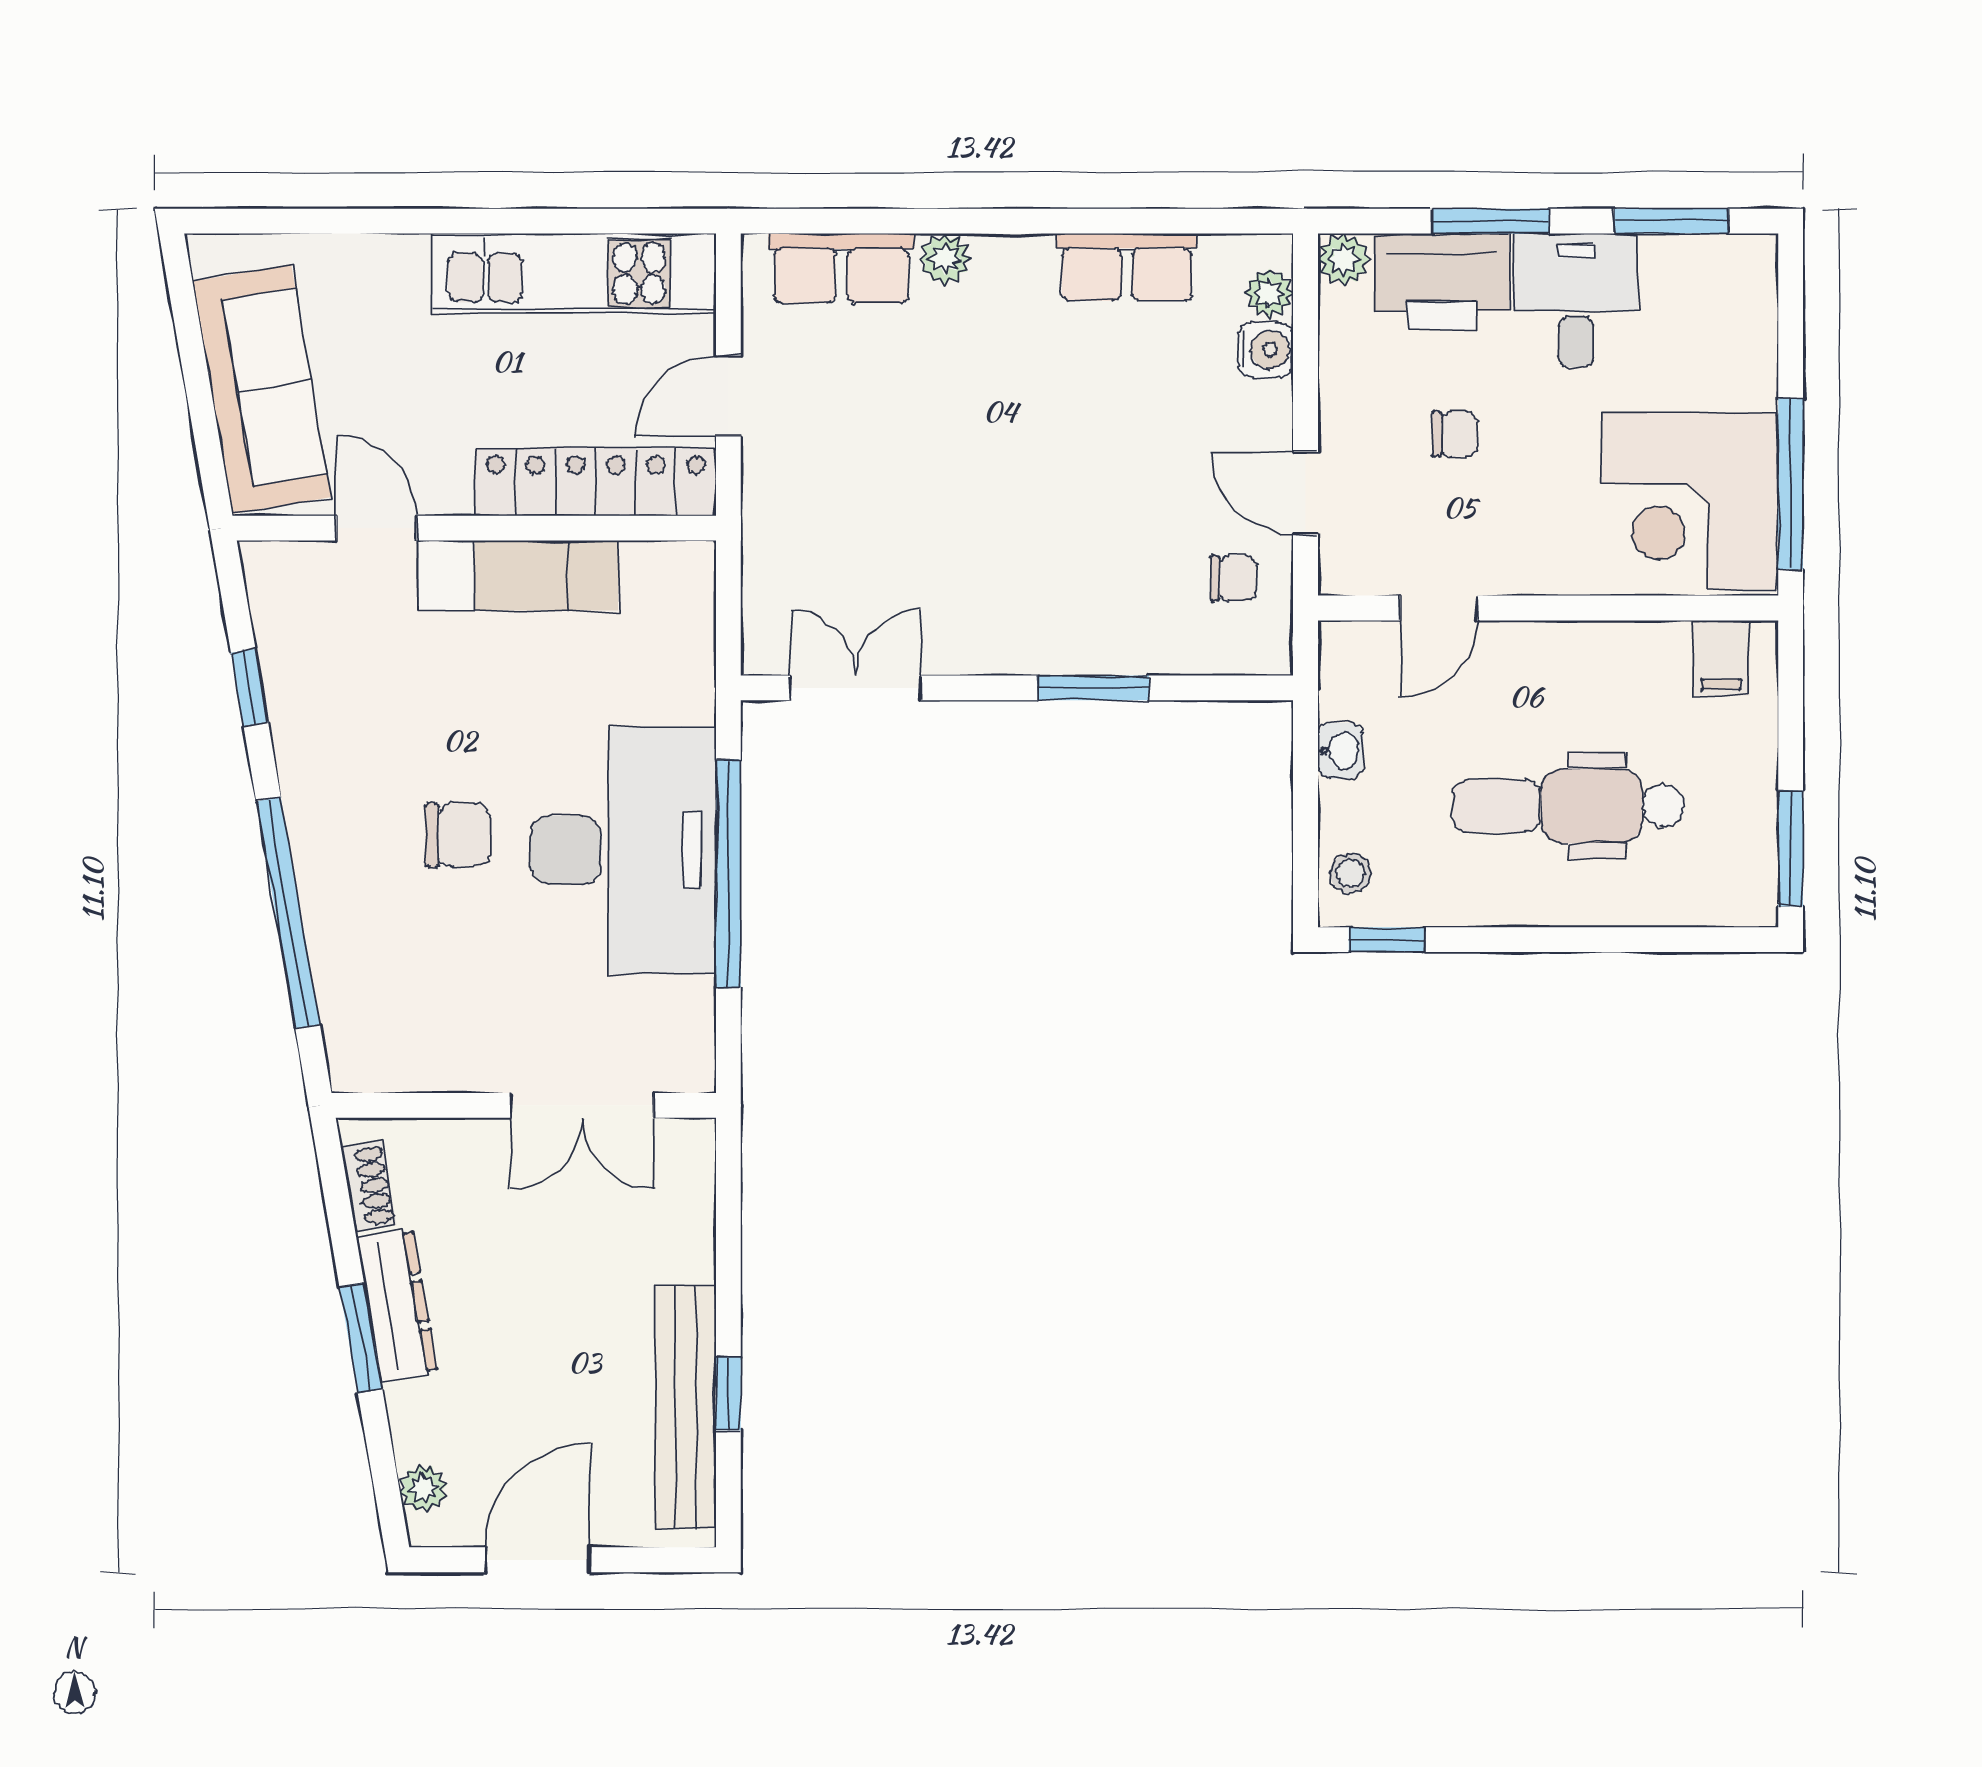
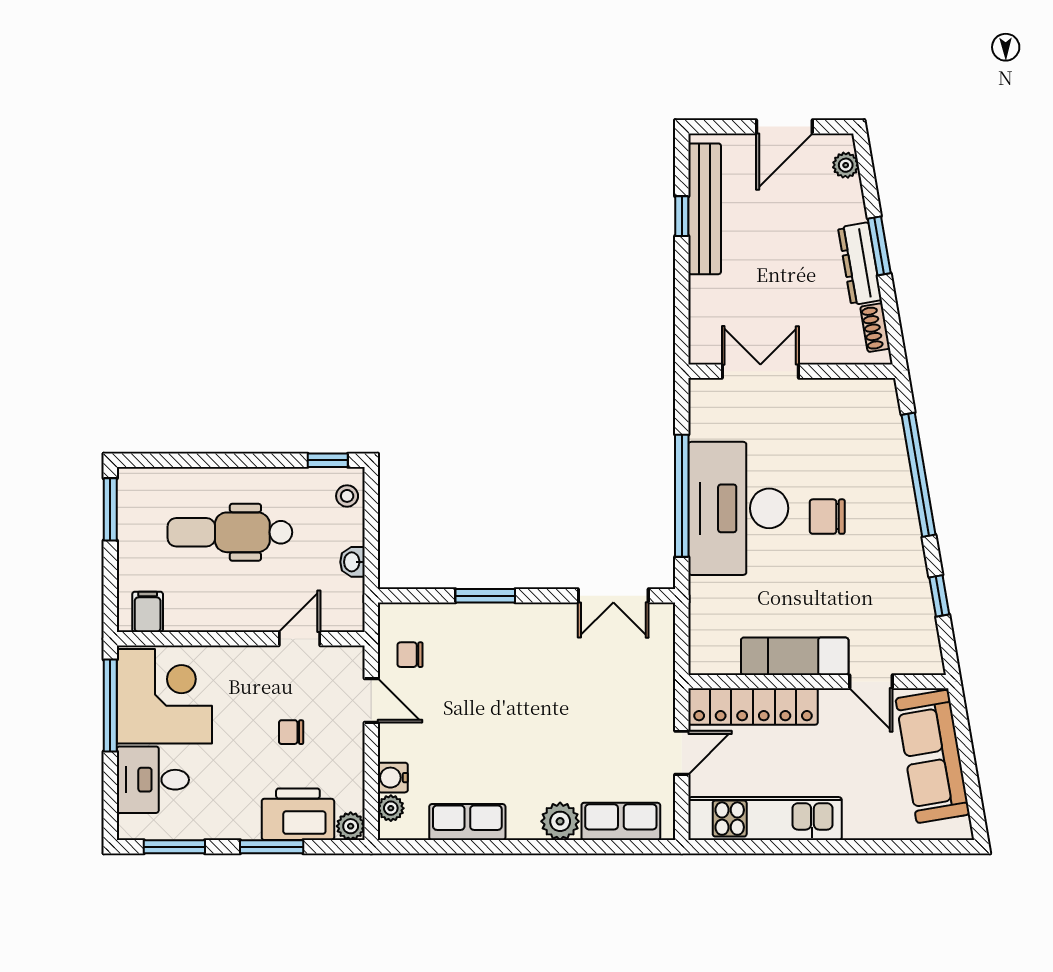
plant: (945, 259) -> (560, 821), width x1.38, depth x1.38
desk: (1576, 300) -> (153, 780), moved, turned 90
dental chair: (1568, 806) -> (230, 532), turned 180

